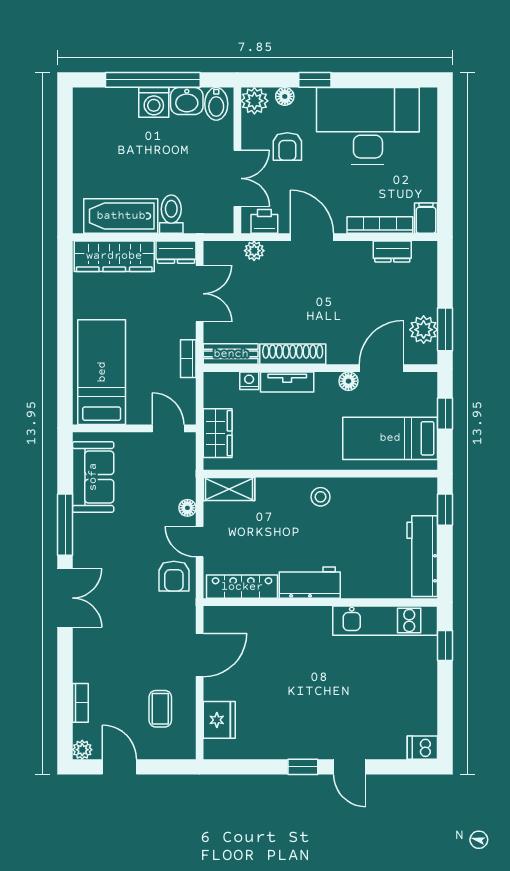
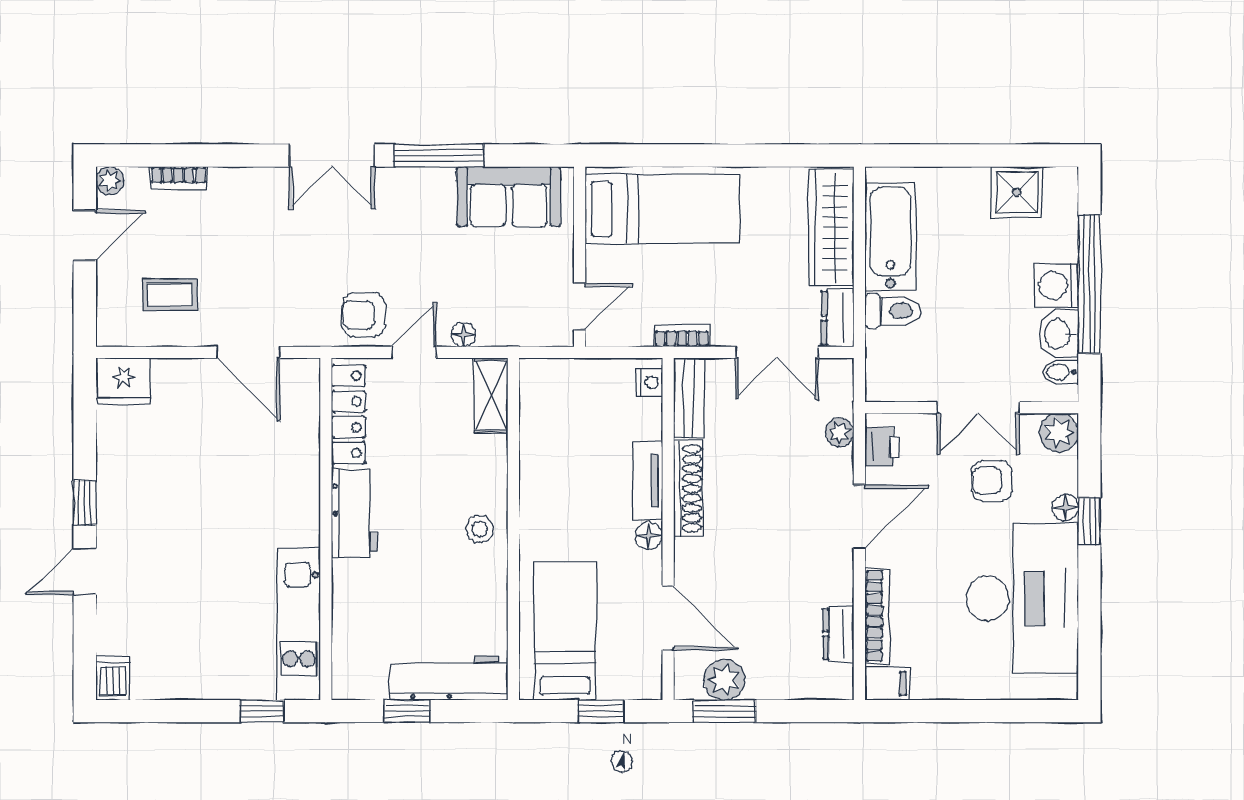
floor lamp: (285, 96) -> (1065, 507), moved
bidet: (216, 104) -> (1061, 372), width x0.72, depth x0.74
shower: (90, 130) -> (1017, 192), added
double door: (237, 178) -> (978, 408), moved
nightstand: (249, 381) -> (650, 382), moved
floor lamp: (348, 381) -> (649, 536), moved
wardrobe: (218, 433) -> (573, 379), removed
window: (445, 510) -> (407, 711), moved
workbench: (422, 556) -> (449, 678), moved
fridge: (219, 720) -> (124, 381), moved

